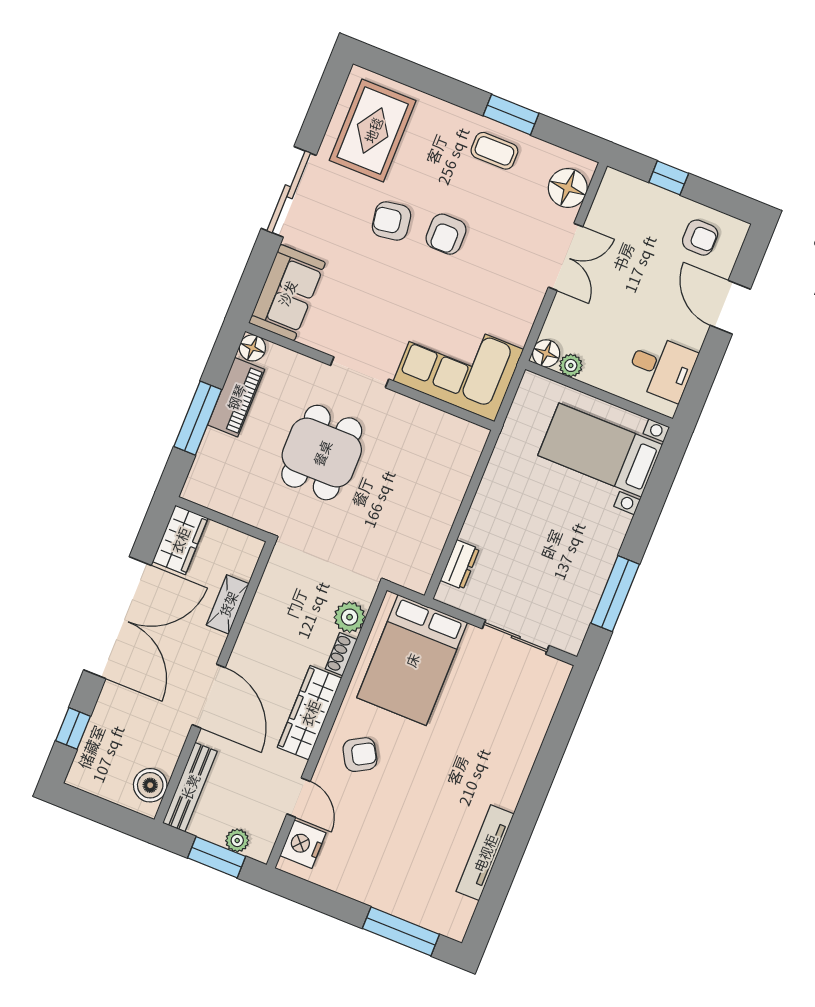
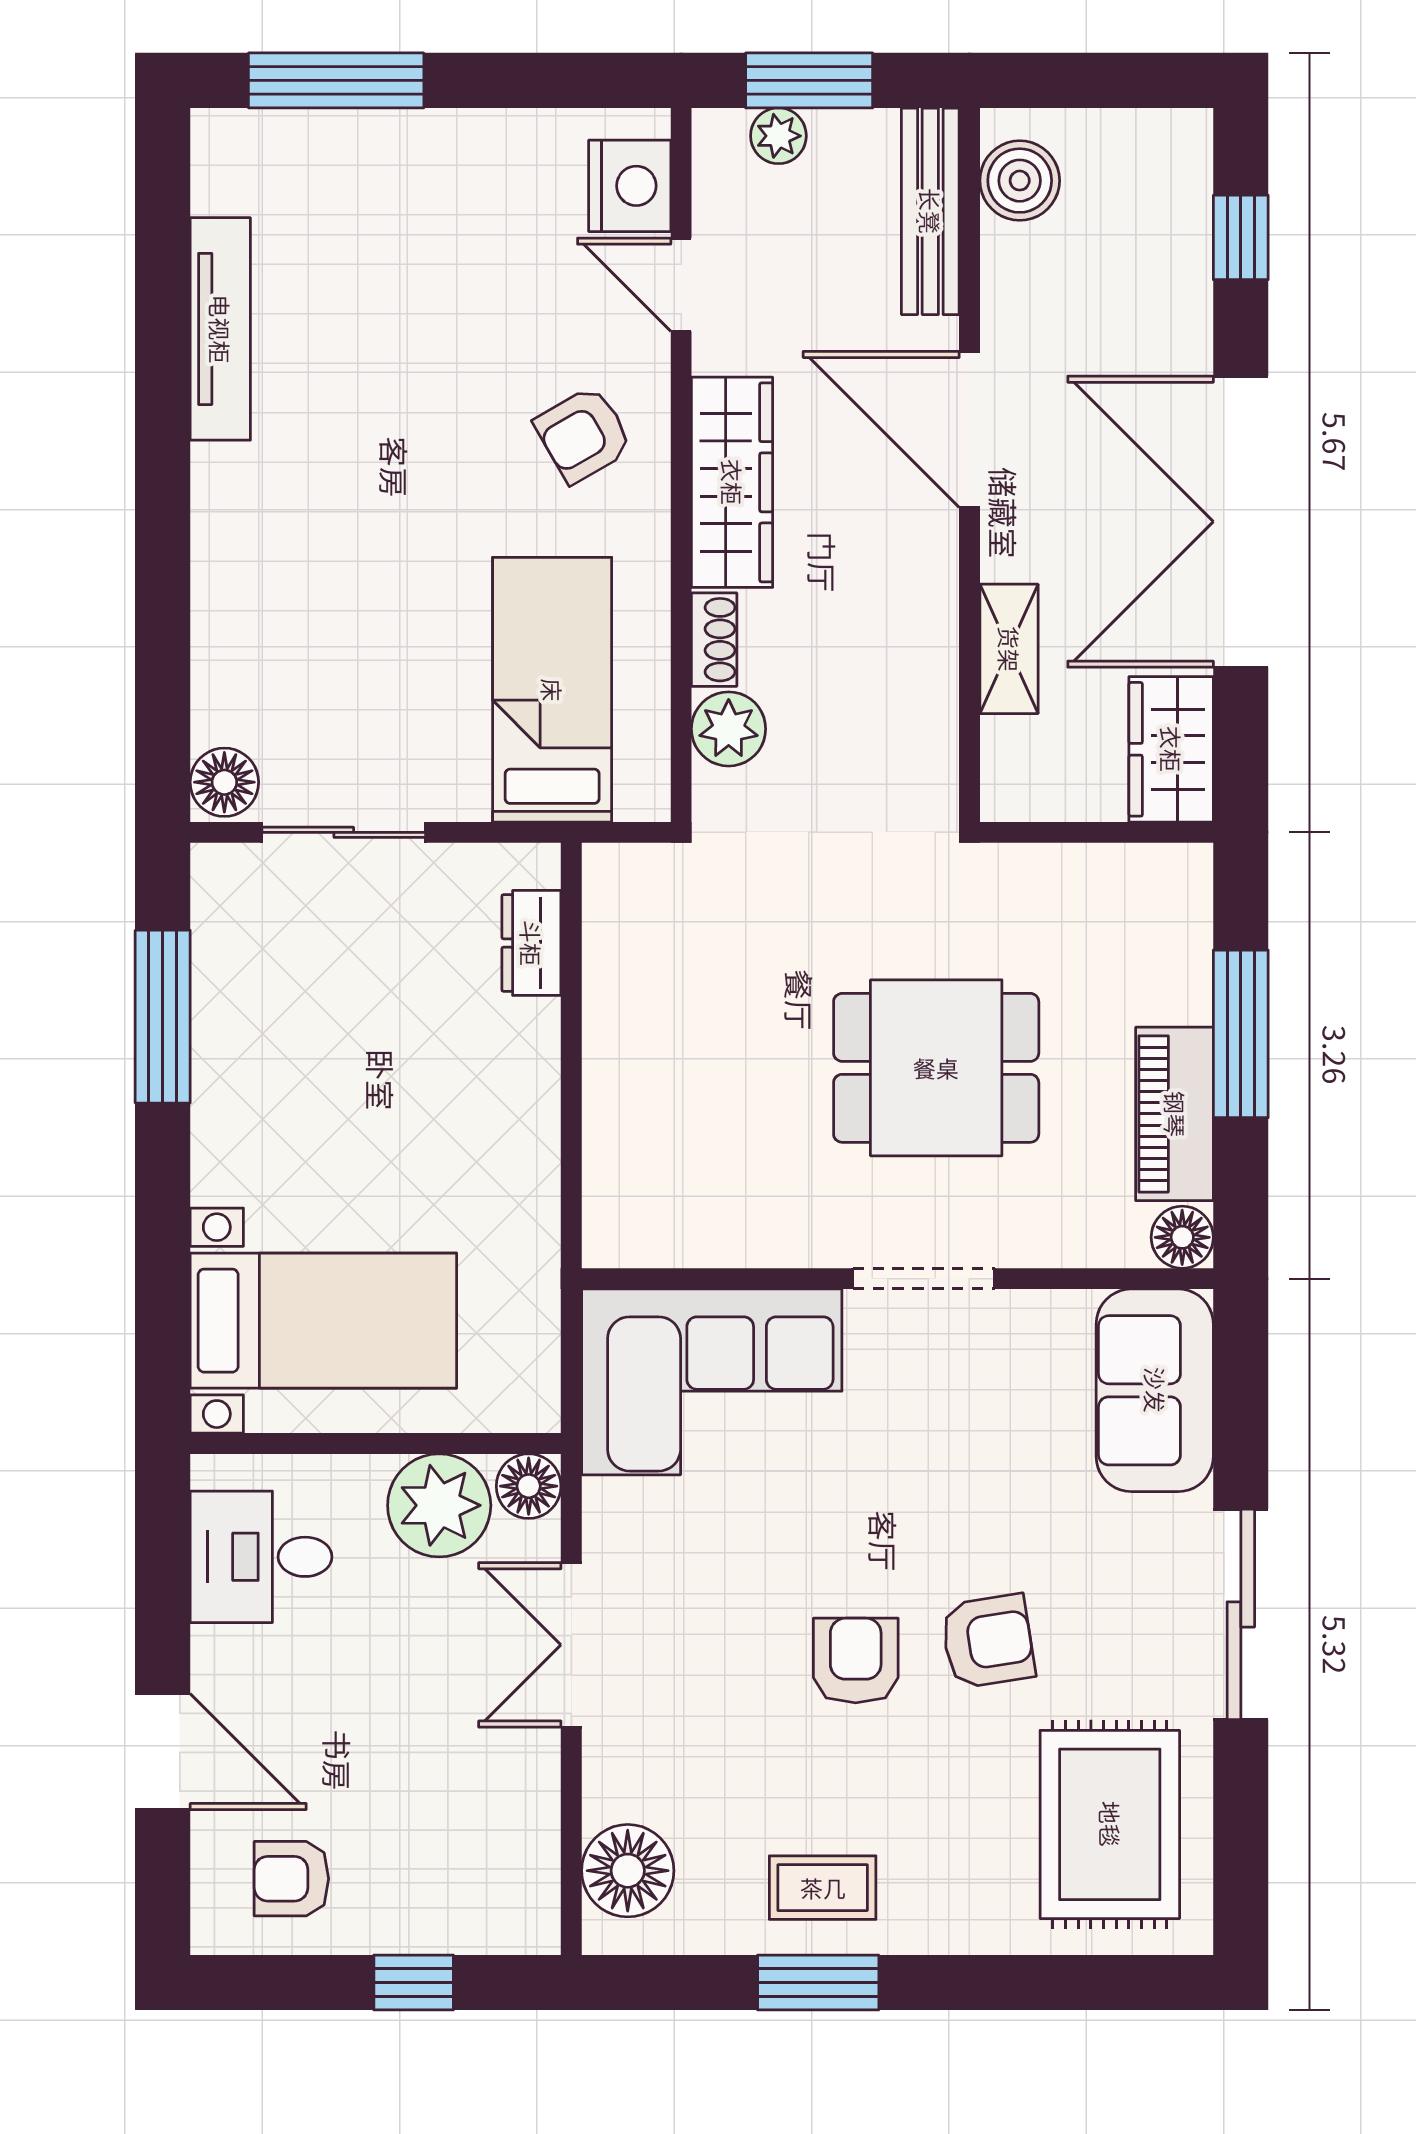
double door: (566, 257) -> (571, 1645), moved
plant: (571, 365) -> (439, 1505), width x1.88, depth x1.88
dining table: (322, 453) -> (936, 1068), turned 90
bed: (412, 660) -> (552, 690), width x0.67
floor lamp: (554, 675) -> (224, 782), added

